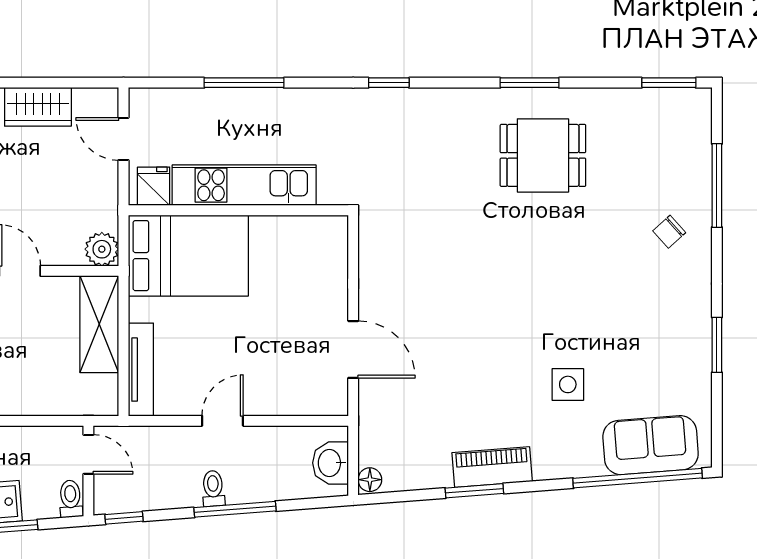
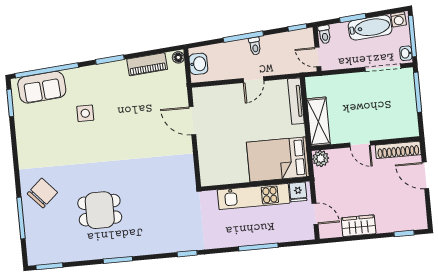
dining table: (543, 155) -> (100, 210), moved
chair: (669, 232) -> (42, 193), width x1.87, depth x1.87
window: (717, 345) -> (10, 103), moved
piano: (492, 467) -> (147, 64), moved
window: (474, 491) -> (110, 60), moved

